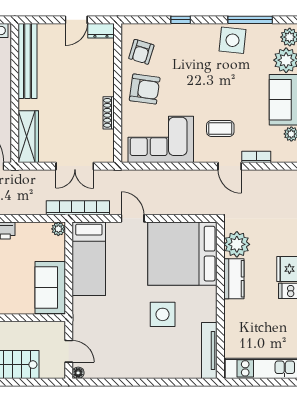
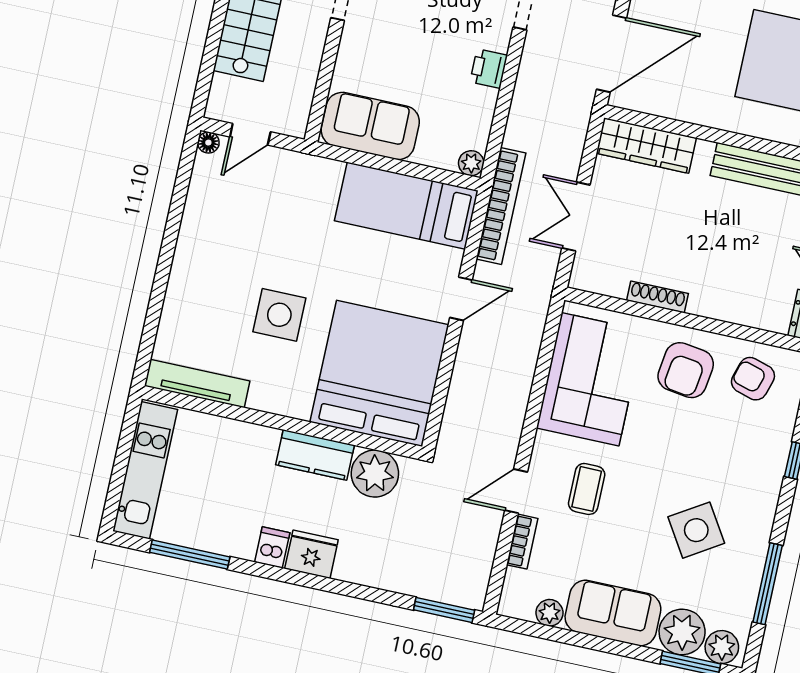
side table: (233, 40) -> (696, 530), moved, turned -38

